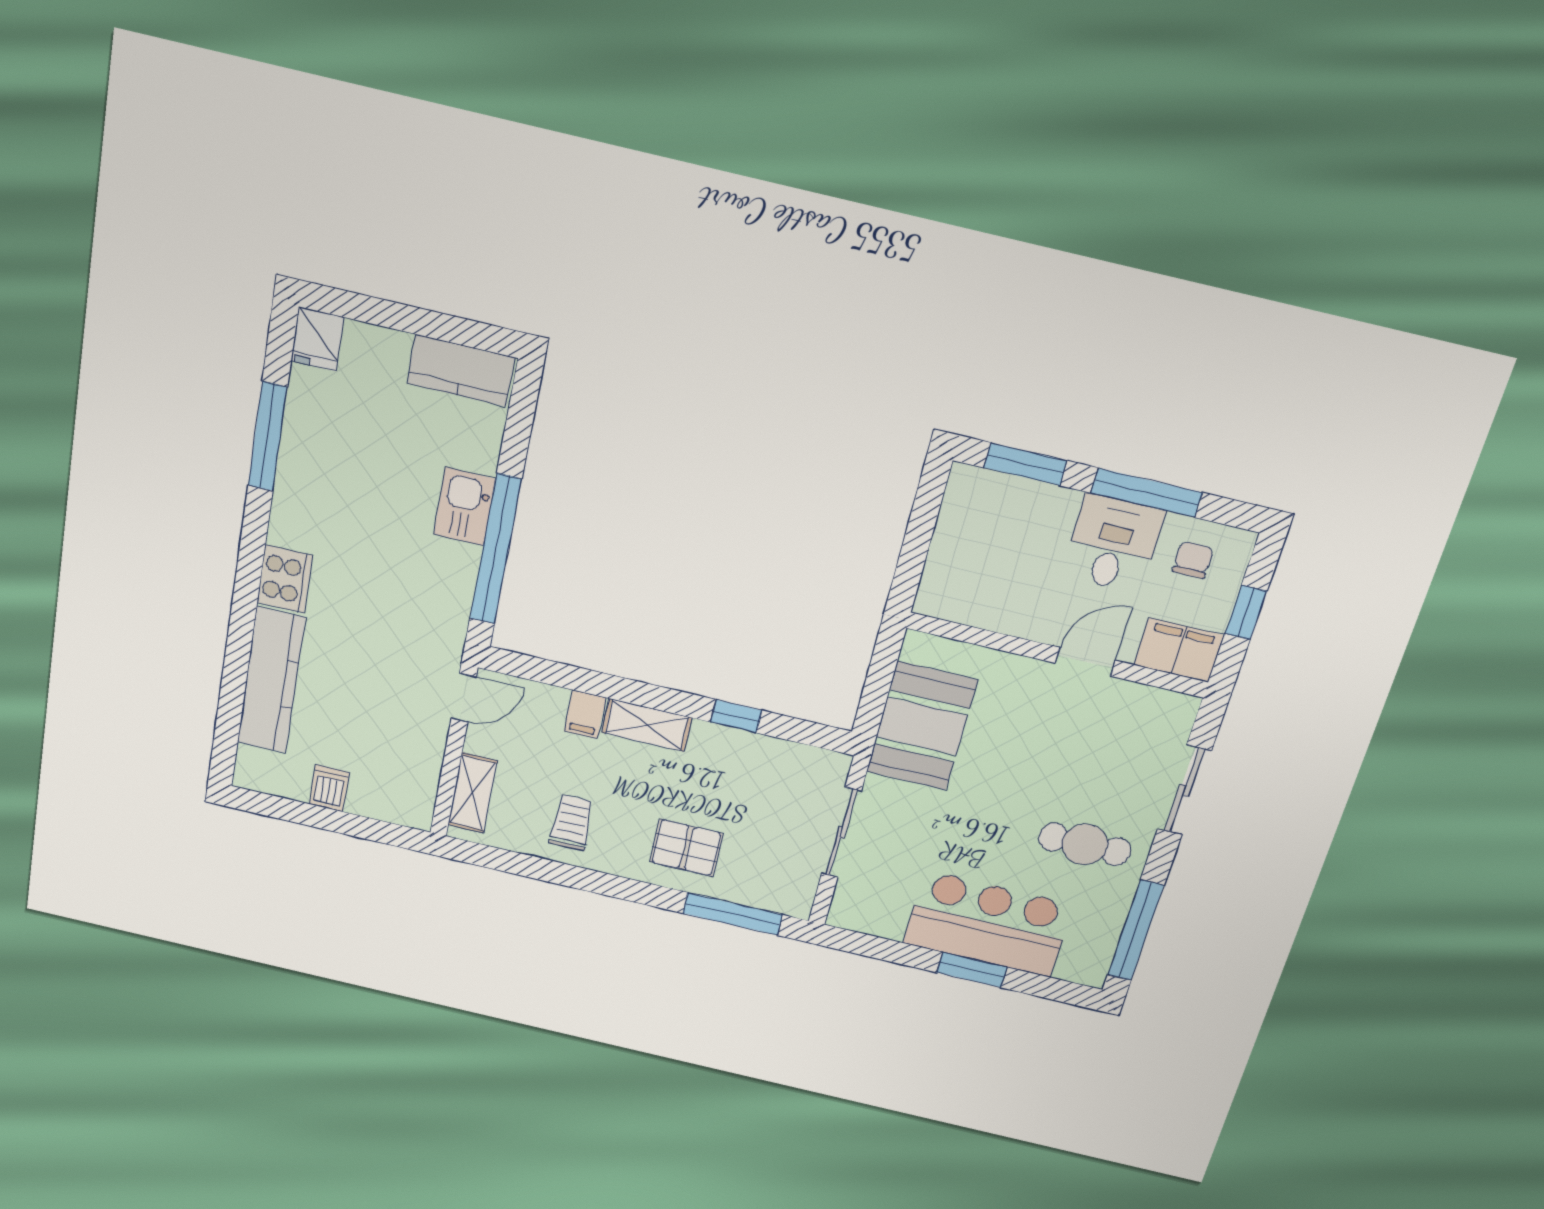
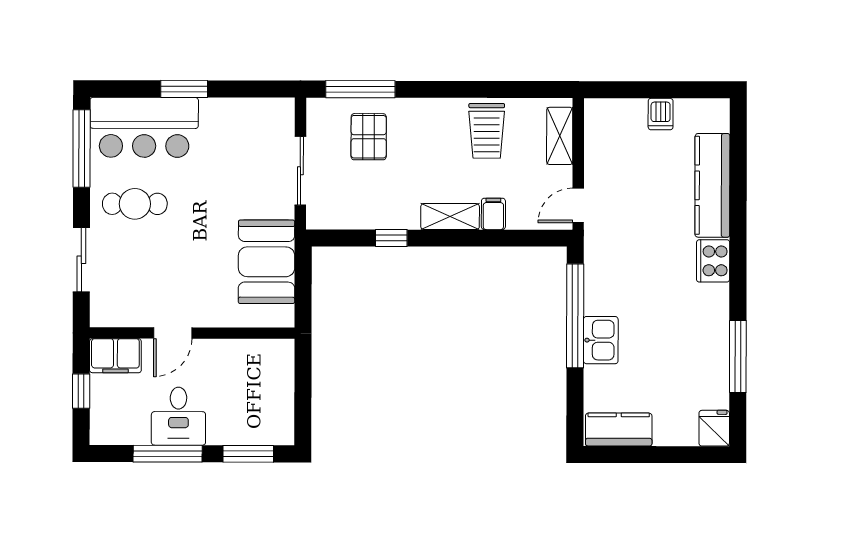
chair: (1193, 560) -> (125, 418), removed
trolley: (572, 823) -> (487, 131), width x1.36, depth x1.39
pallet: (686, 848) -> (369, 137), moved, turned 90
bar counter: (988, 924) -> (144, 127), moved

